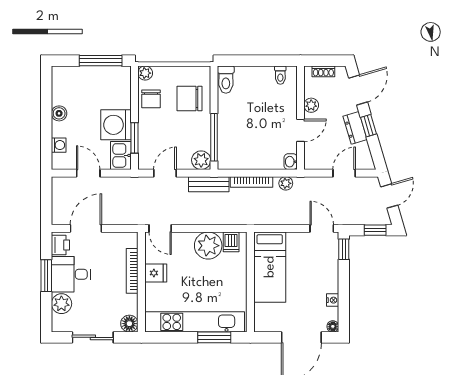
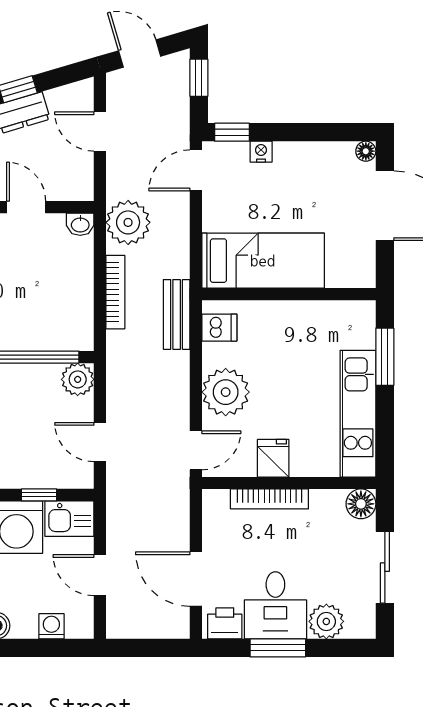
window: (134, 138) -> (39, 495), width x0.67
door: (88, 173) -> (100, 575), hinge flipped
plant: (286, 183) -> (128, 222), width x1.87, depth x1.87
bench: (209, 184) -> (177, 314), moved
plant: (208, 246) -> (226, 392), moved
nightstand: (333, 300) -> (261, 152), moved
kitchen unit: (195, 322) -> (358, 414), width x0.73

